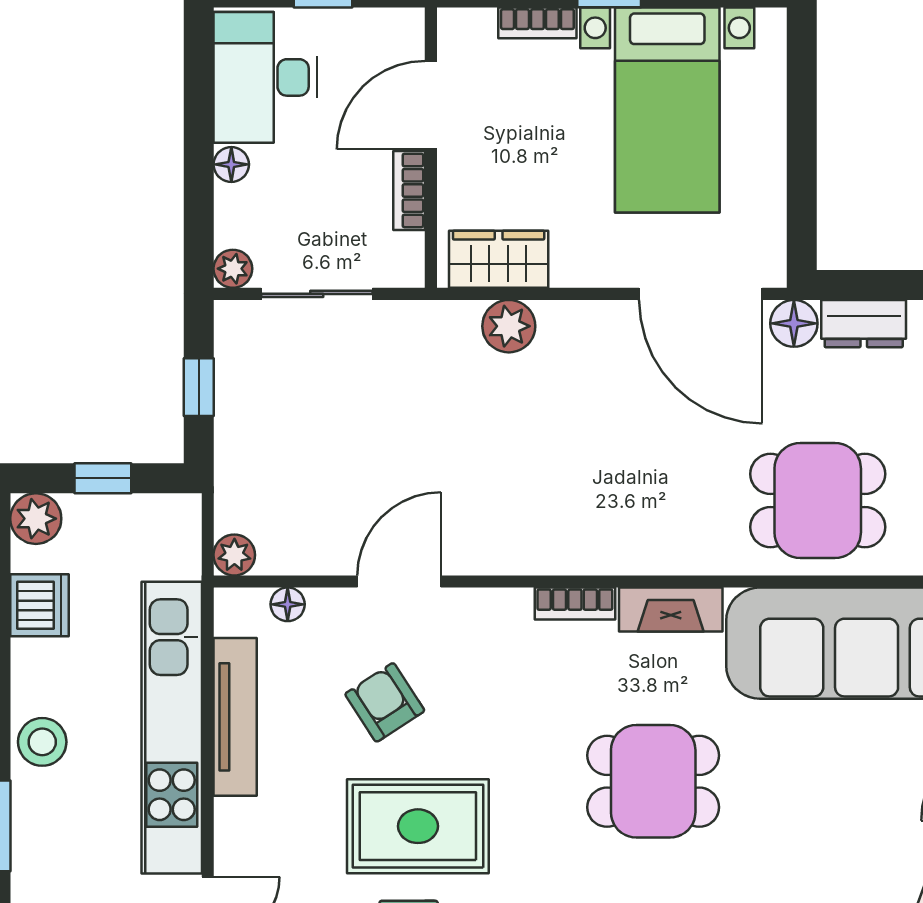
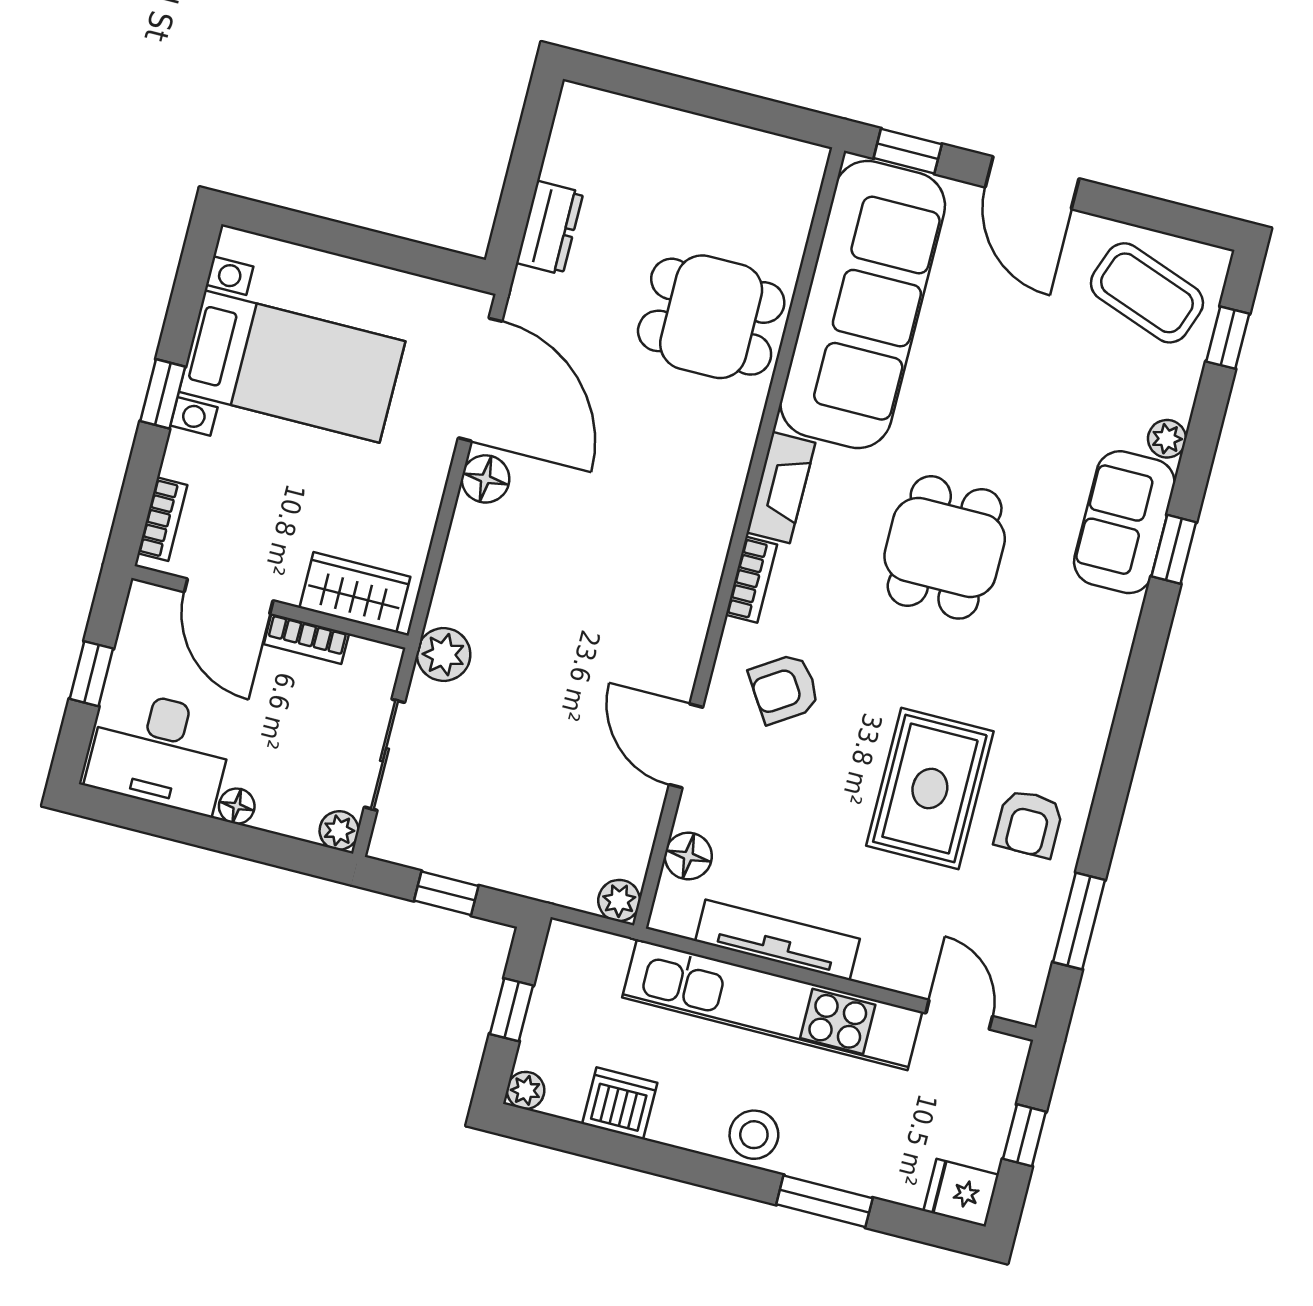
bookcase: (537, 23) -> (162, 519), moved
wardrobe: (499, 259) -> (355, 592), moved, turned 90
door: (701, 294) -> (480, 380), hinge flipped
floor lamp: (794, 323) -> (485, 479), moved
plant: (509, 326) -> (444, 655), moved
dining table: (818, 500) -> (711, 317), turned 90
plant: (36, 519) -> (526, 1090), width x0.73, depth x0.73
floor lamp: (288, 604) -> (688, 856), width x1.37, depth x1.37
armchair: (385, 702) -> (784, 689), moved

